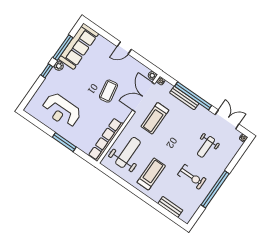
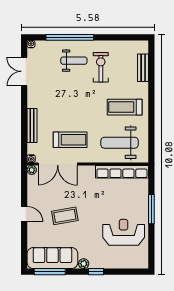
window: (63, 48) -> (50, 272), moved
coffee table: (108, 91) -> (65, 216), moved
window: (193, 96) -> (24, 119), removed
reception desk: (61, 110) -> (124, 232), turned -90
weight bench: (206, 147) -> (74, 61), moved
window: (215, 189) -> (70, 37), moved

